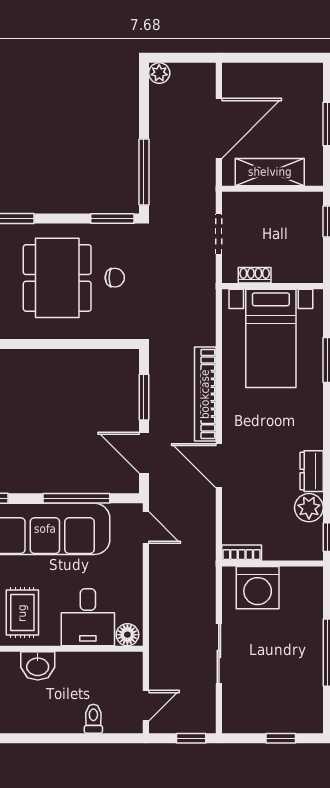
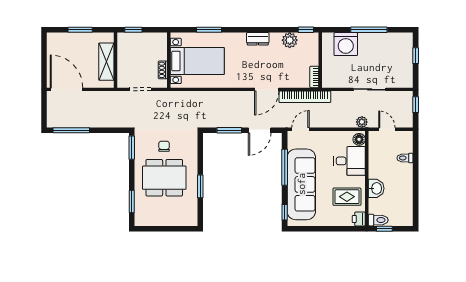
plant: (159, 73) -> (362, 122), moved
door: (219, 128) -> (67, 89), moved
window: (144, 172) -> (71, 130), moved
window: (41, 344) -> (200, 186), added
bookcase: (205, 394) -> (305, 97), moved
dresser: (312, 471) -> (258, 39), moved
washing machine: (258, 588) -> (346, 44), moved, turned 90
door: (146, 706) -> (387, 129), moved

